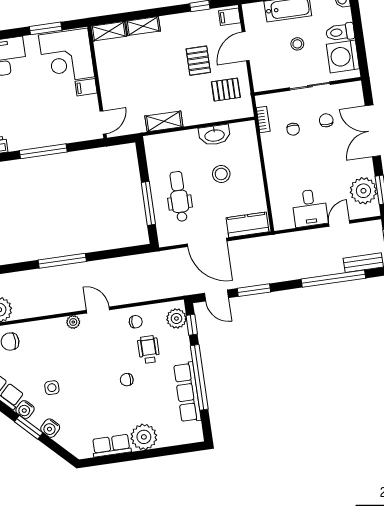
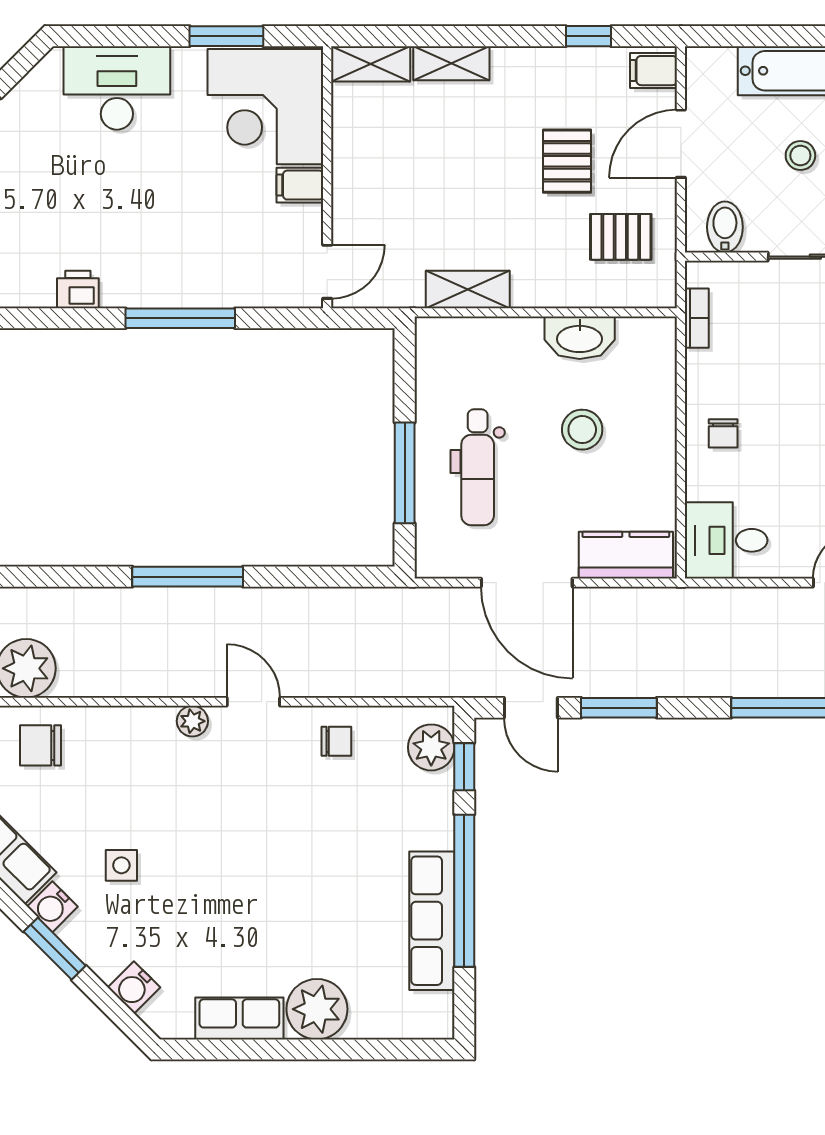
bidet: (270, 79) -> (725, 227), added
chair: (293, 129) -> (723, 433), moved
dental chair: (179, 196) -> (478, 467), turned 180
desk: (310, 208) -> (726, 540), moved, turned 90
wheelchair: (149, 350) -> (357, 810), removed
chair: (127, 380) -> (296, 872), removed
water cooler: (50, 428) -> (134, 987), moved

